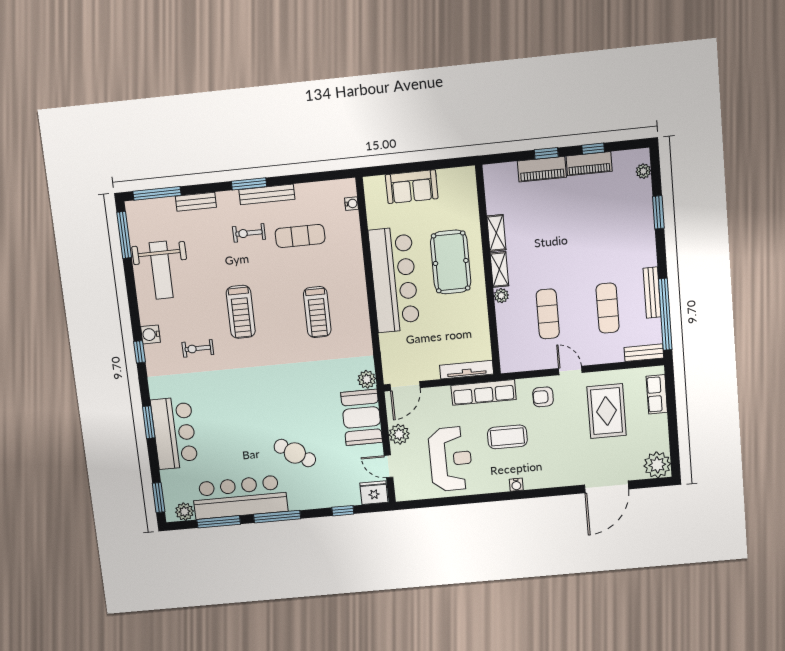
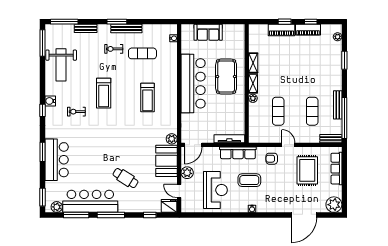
row of seats: (657, 394) -> (336, 169), width x1.48

